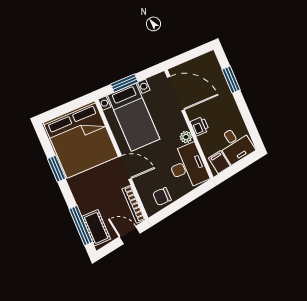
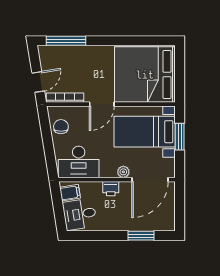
plant: (186, 137) -> (123, 172), moved
window: (56, 169) -> (128, 41), removed
cot: (96, 228) -> (58, 54), removed

